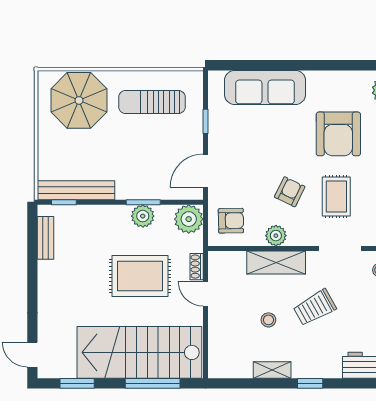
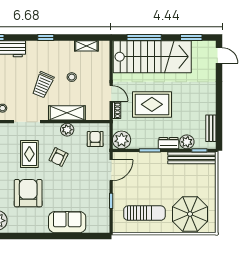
sofa: (265, 87) -> (67, 222), width x0.73
dresser: (113, 214) -> (168, 143), added
plant: (143, 216) -> (187, 142), moved
armchair: (231, 221) -> (95, 139), turned 91
trolley: (315, 307) -> (43, 85), turned 142
shelving: (272, 370) -> (86, 46), moved

